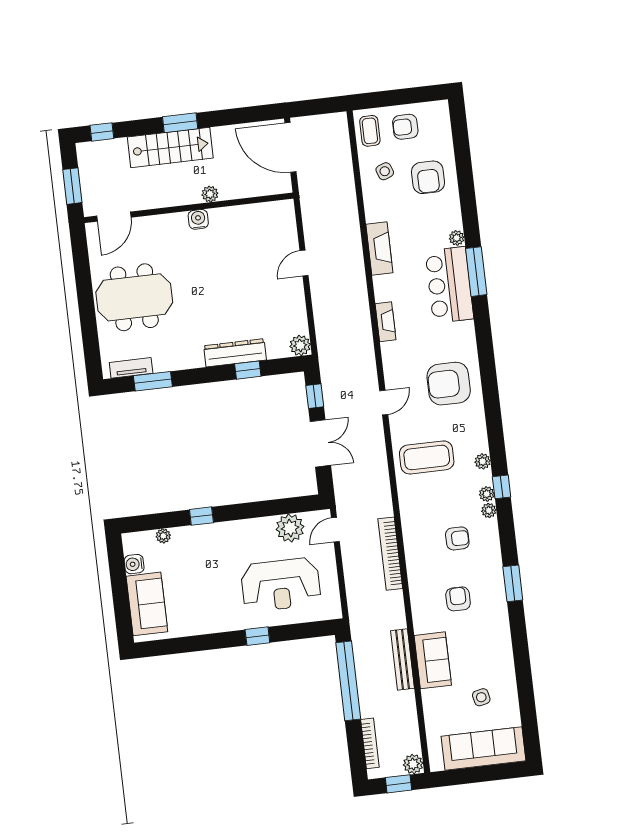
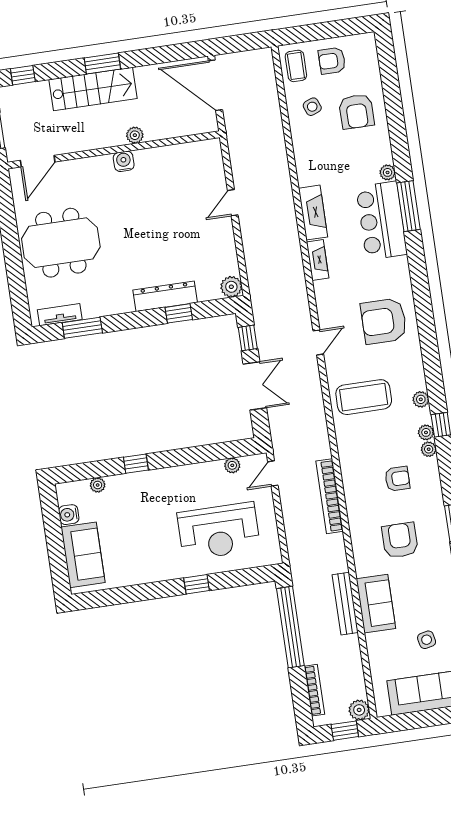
fireplace: (379, 248) -> (313, 213), moved
plant: (290, 528) -> (232, 465), width x0.53, depth x0.53
armchair: (458, 599) -> (400, 540), width x1.38, depth x1.38

